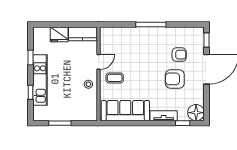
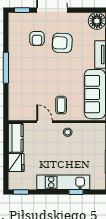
armchair: (179, 55) -> (37, 38), turned 180
window: (30, 57) -> (21, 192), moved
armchair: (175, 79) -> (62, 43), turned 93

